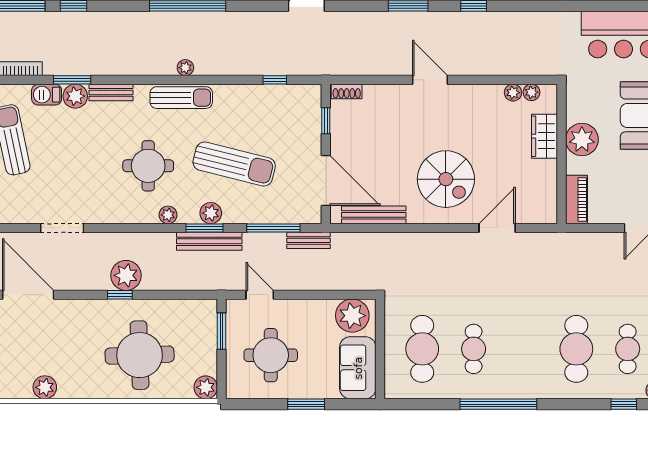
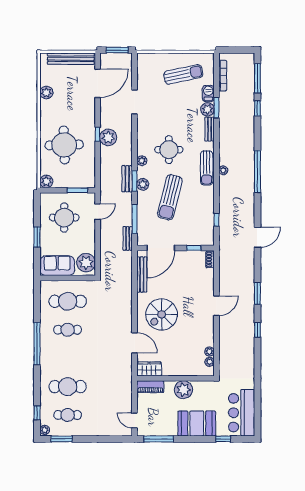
wardrobe: (544, 136) -> (149, 369), moved
bench: (209, 241) -> (127, 179), width x0.73

